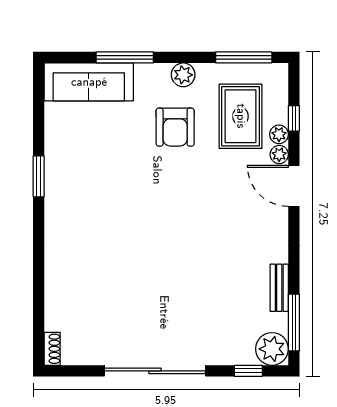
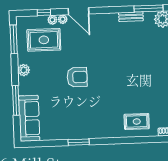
armchair: (175, 127) -> (77, 77), moved
door: (294, 186) -> (78, 11), hinge flipped
rug: (75, 291) -> (137, 121), added

